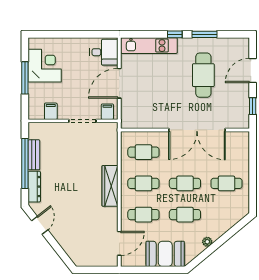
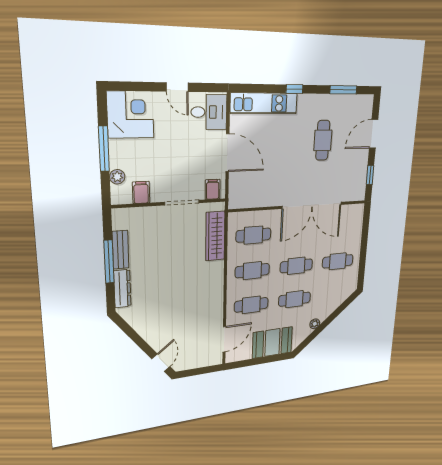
door: (79, 34) -> (177, 87), added
window: (205, 34) -> (343, 90), moved
corner desk: (45, 66) -> (130, 115), moved
cafe table: (203, 75) -> (323, 140), width x0.73, depth x0.74
door: (119, 83) -> (227, 153), swing flipped
plant: (34, 99) -> (117, 177), added
window: (25, 163) -> (109, 262), width x0.68
wardrobe: (110, 186) -> (215, 236), moved
door: (40, 225) -> (161, 363), moved

